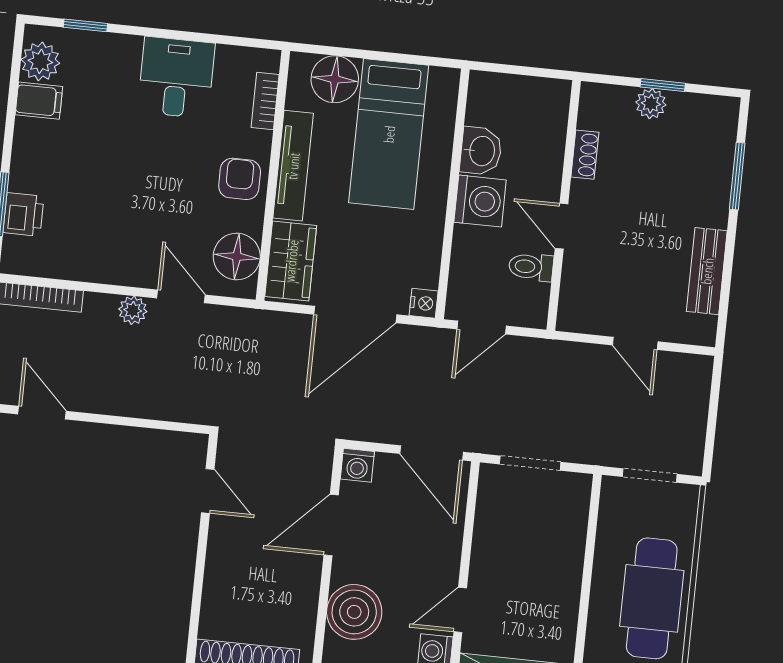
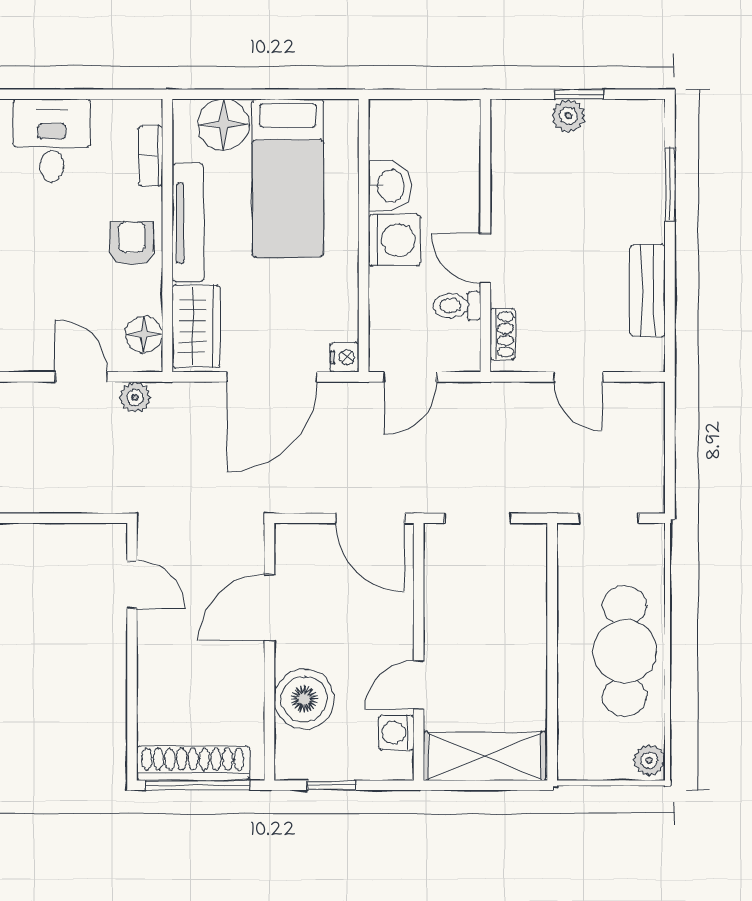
shoe rack: (585, 155) -> (503, 334), moved
floor lamp: (237, 256) -> (144, 334), width x0.73, depth x0.73
plant: (133, 310) -> (135, 397), moved
washing machine: (357, 465) -> (291, 540), removed

